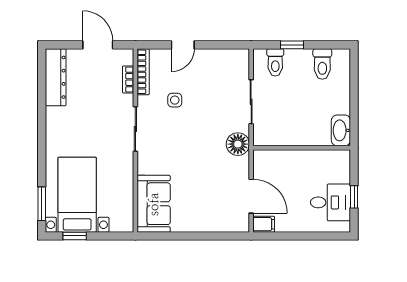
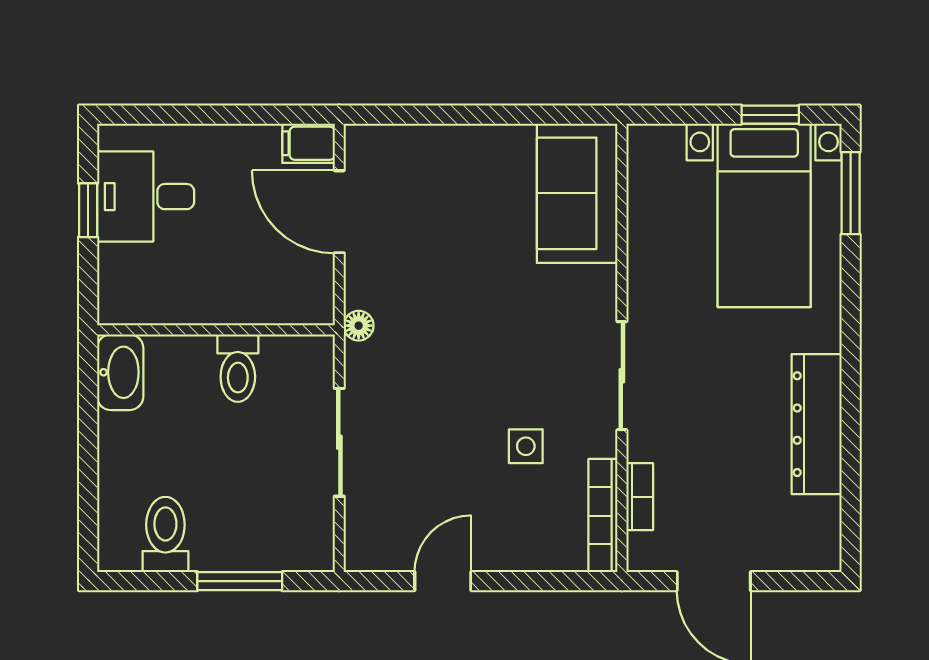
door: (183, 45) -> (443, 581), moved
window: (292, 45) -> (240, 581), width x1.50
toilet: (275, 62) -> (238, 368), moved, turned 180
dresser: (56, 77) -> (817, 424), moved
floor lamp: (238, 144) -> (359, 326), width x0.53, depth x0.53

